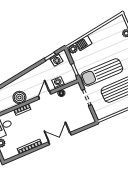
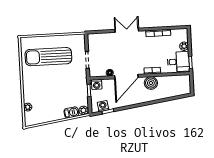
sun lounger: (102, 72) -> (64, 78), removed
washing machine: (58, 83) -> (97, 84), moved
door: (45, 95) -> (126, 77), width x1.88
double door: (60, 139) -> (127, 30), swing flipped

